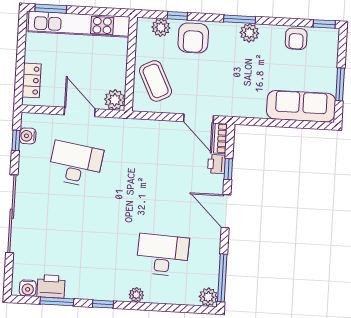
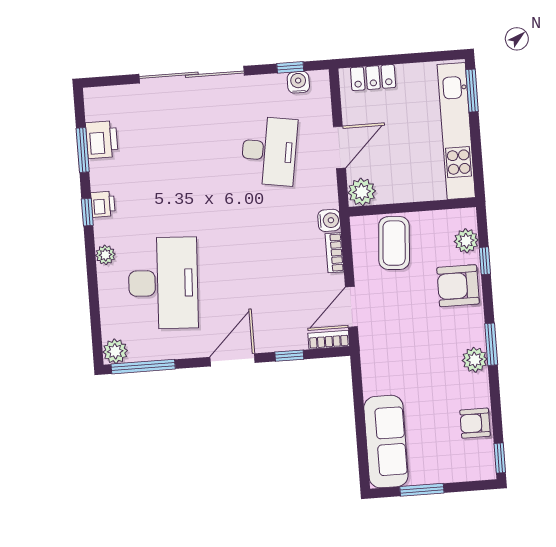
coffee table: (156, 81) -> (394, 243), turned -60
bookcase: (157, 126) -> (335, 253), added
printer: (217, 164) -> (103, 204), moved, turned 90
desk: (163, 255) -> (163, 283), width x1.36, depth x1.30
water cooler: (28, 288) -> (329, 220), moved, turned 180

